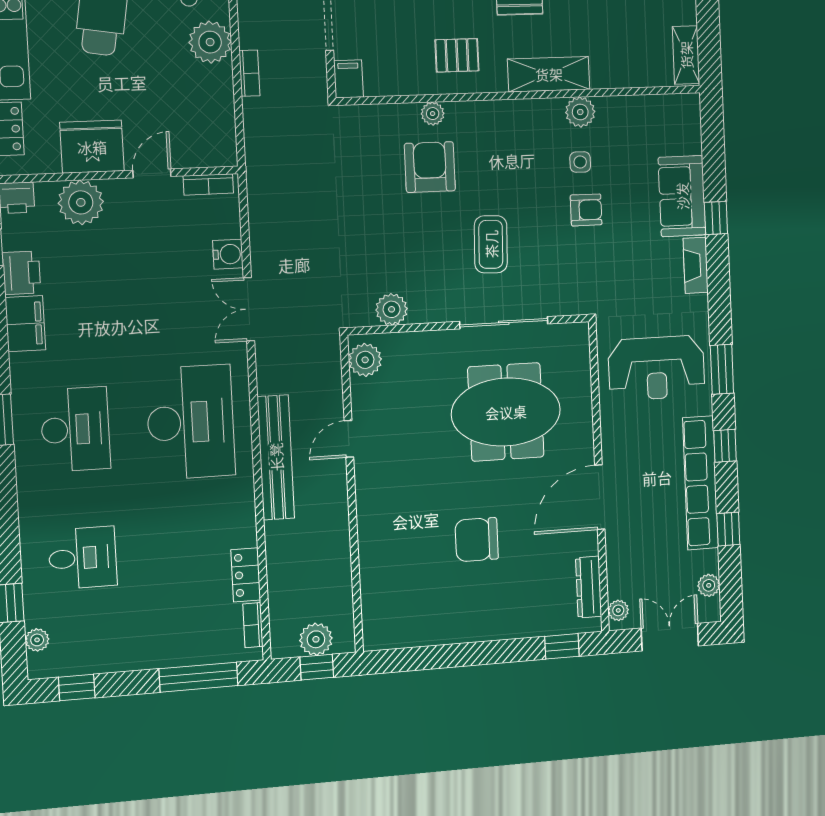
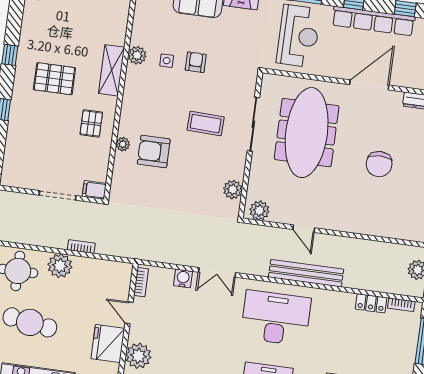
meeting table: (506, 412) -> (307, 133), width x1.36
door: (600, 497) -> (369, 85), swing flipped

